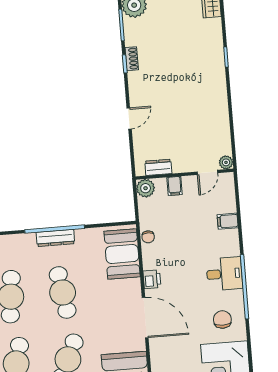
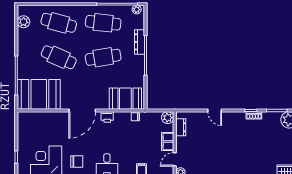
door: (207, 172) -> (175, 159), hinge flipped
filing cabinet: (175, 186) -> (168, 142), width x2.00
dresser: (55, 238) -> (140, 42), moved

